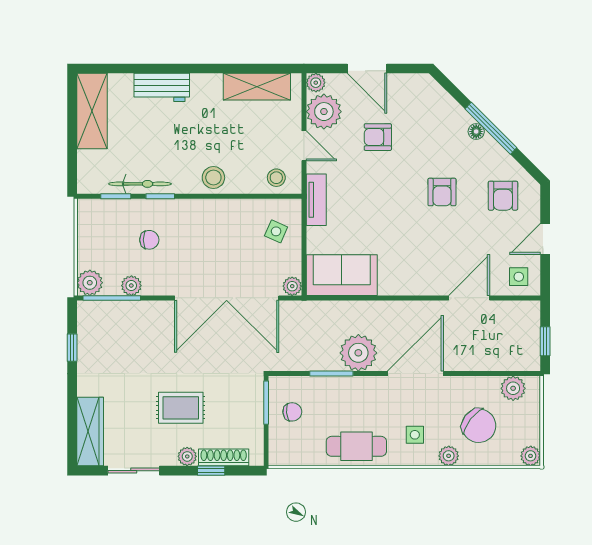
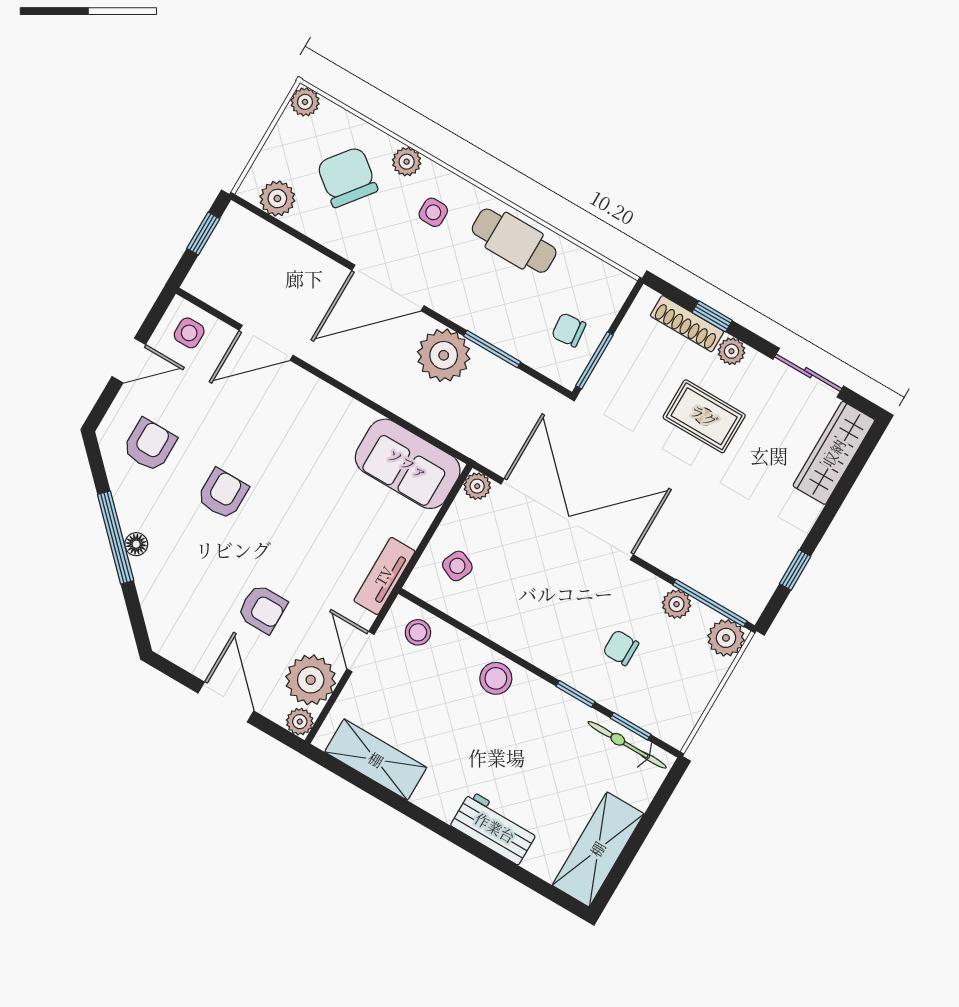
bicycle: (140, 184) -> (627, 745), moved

